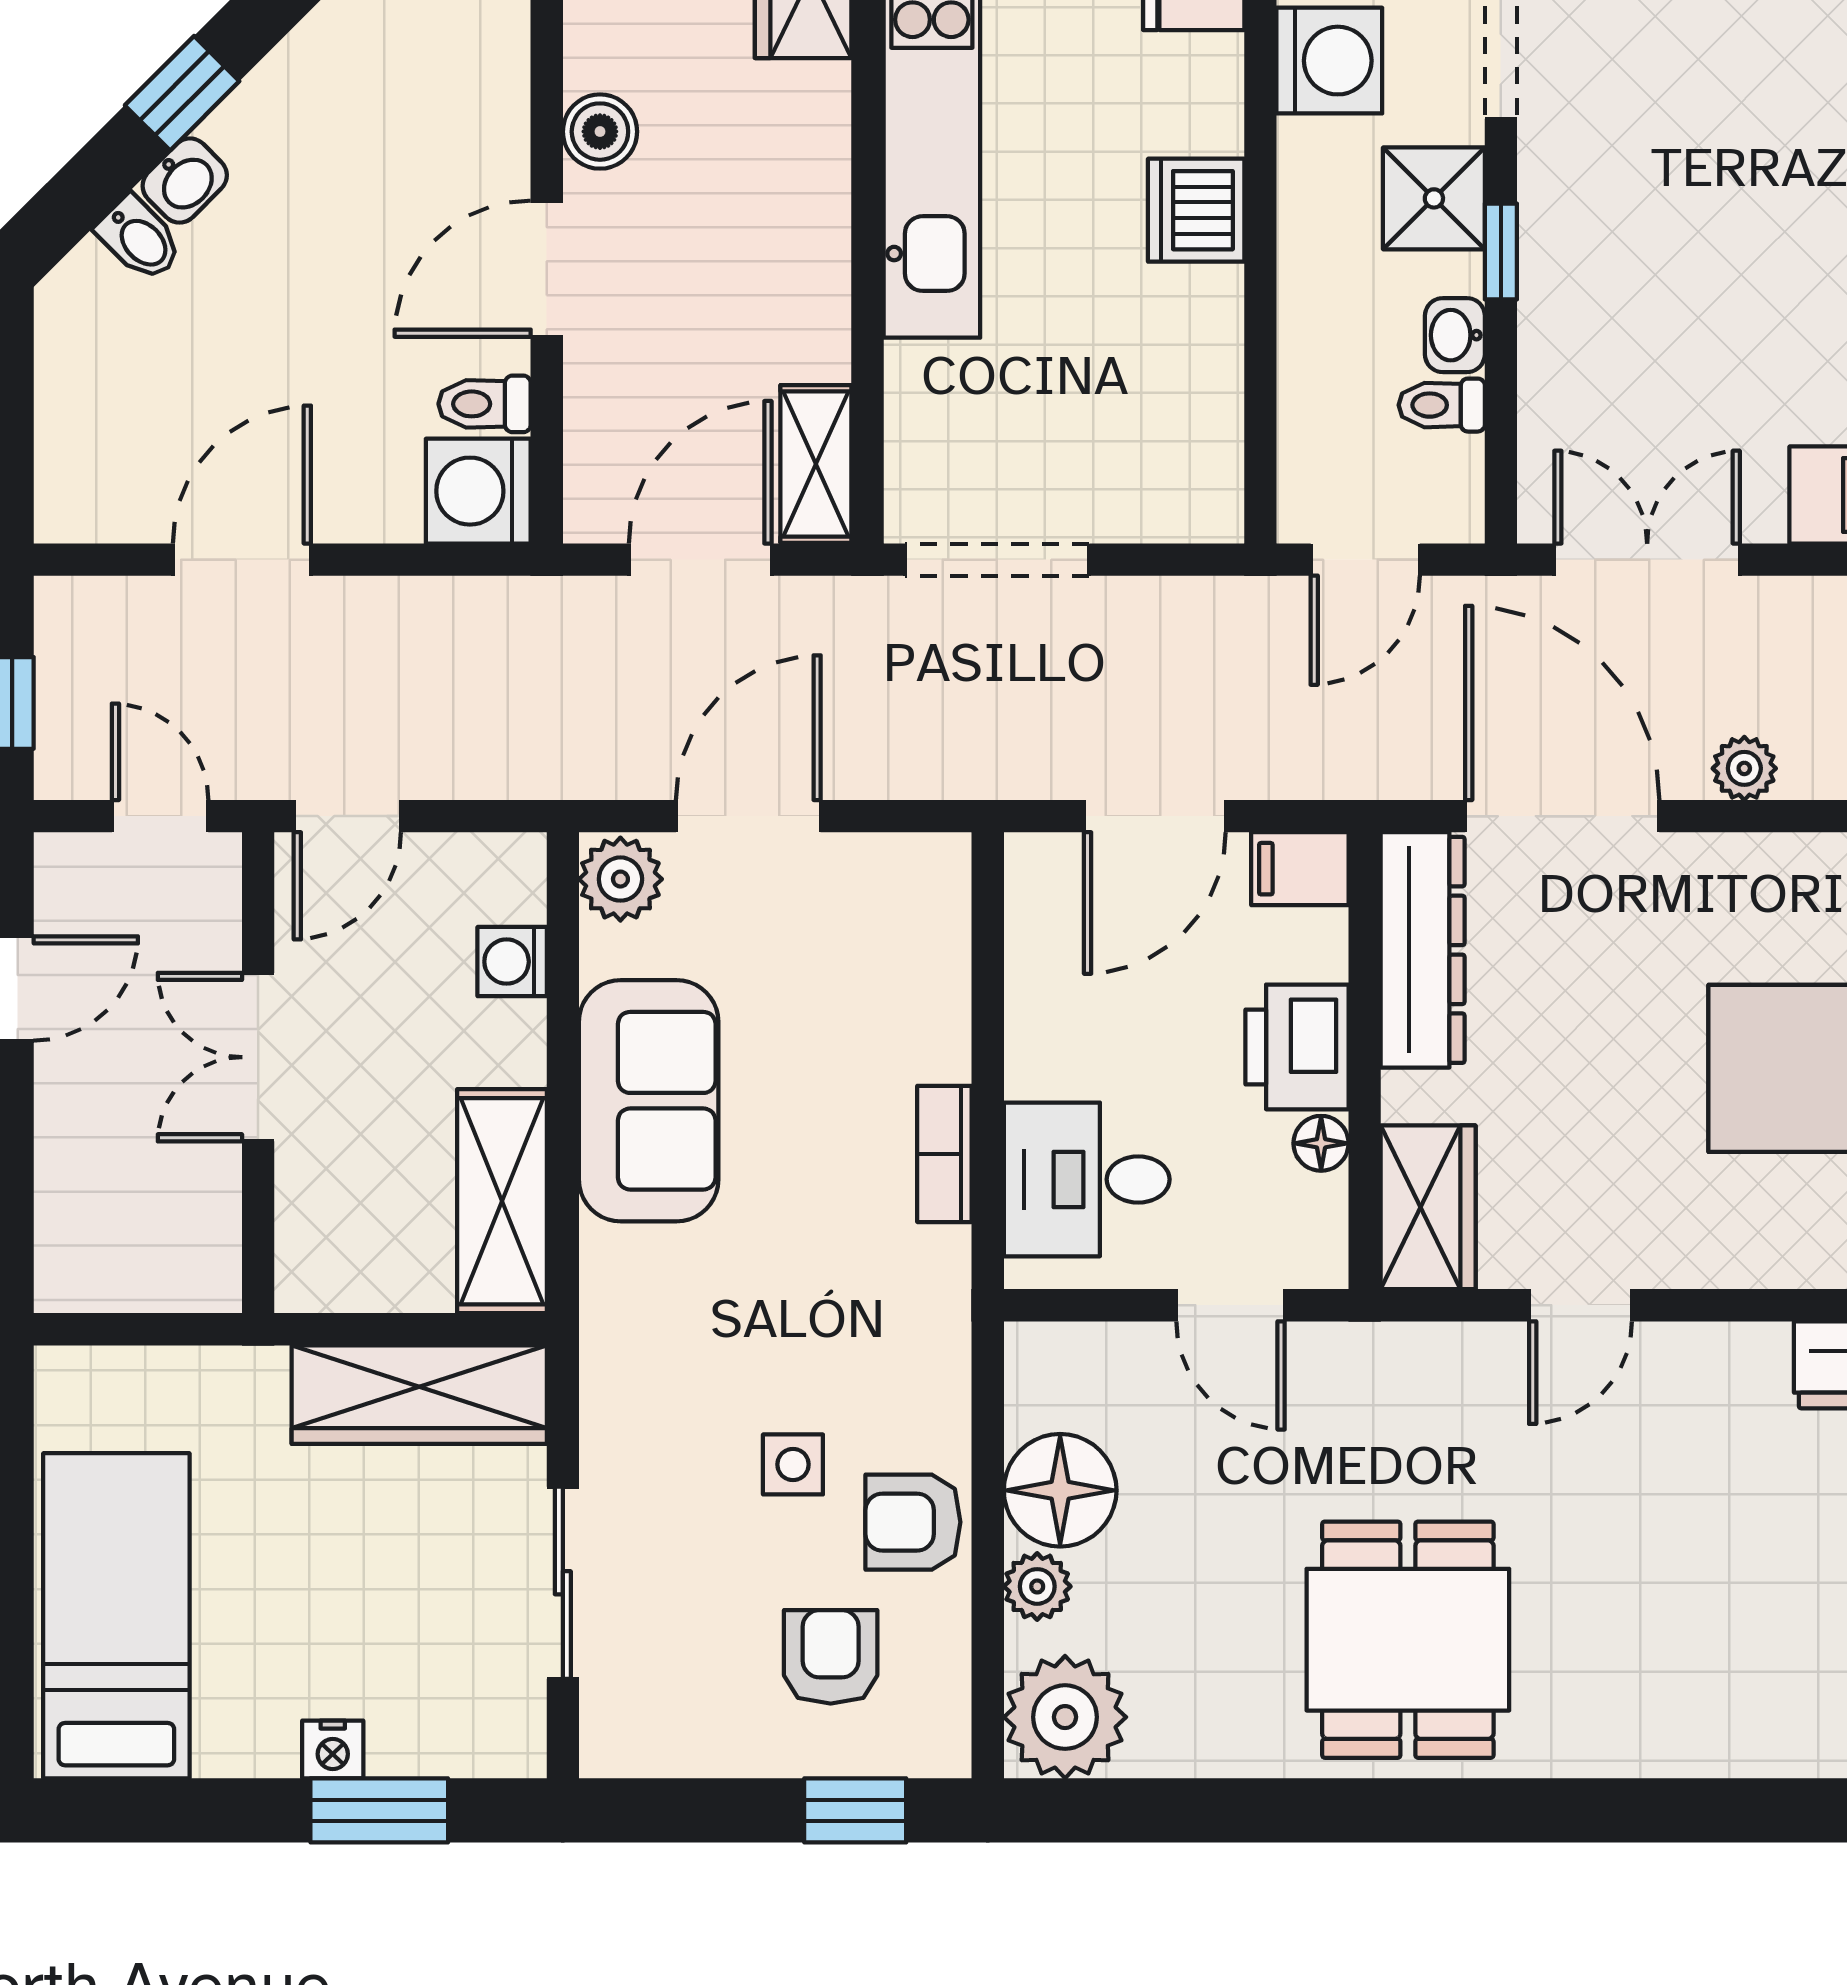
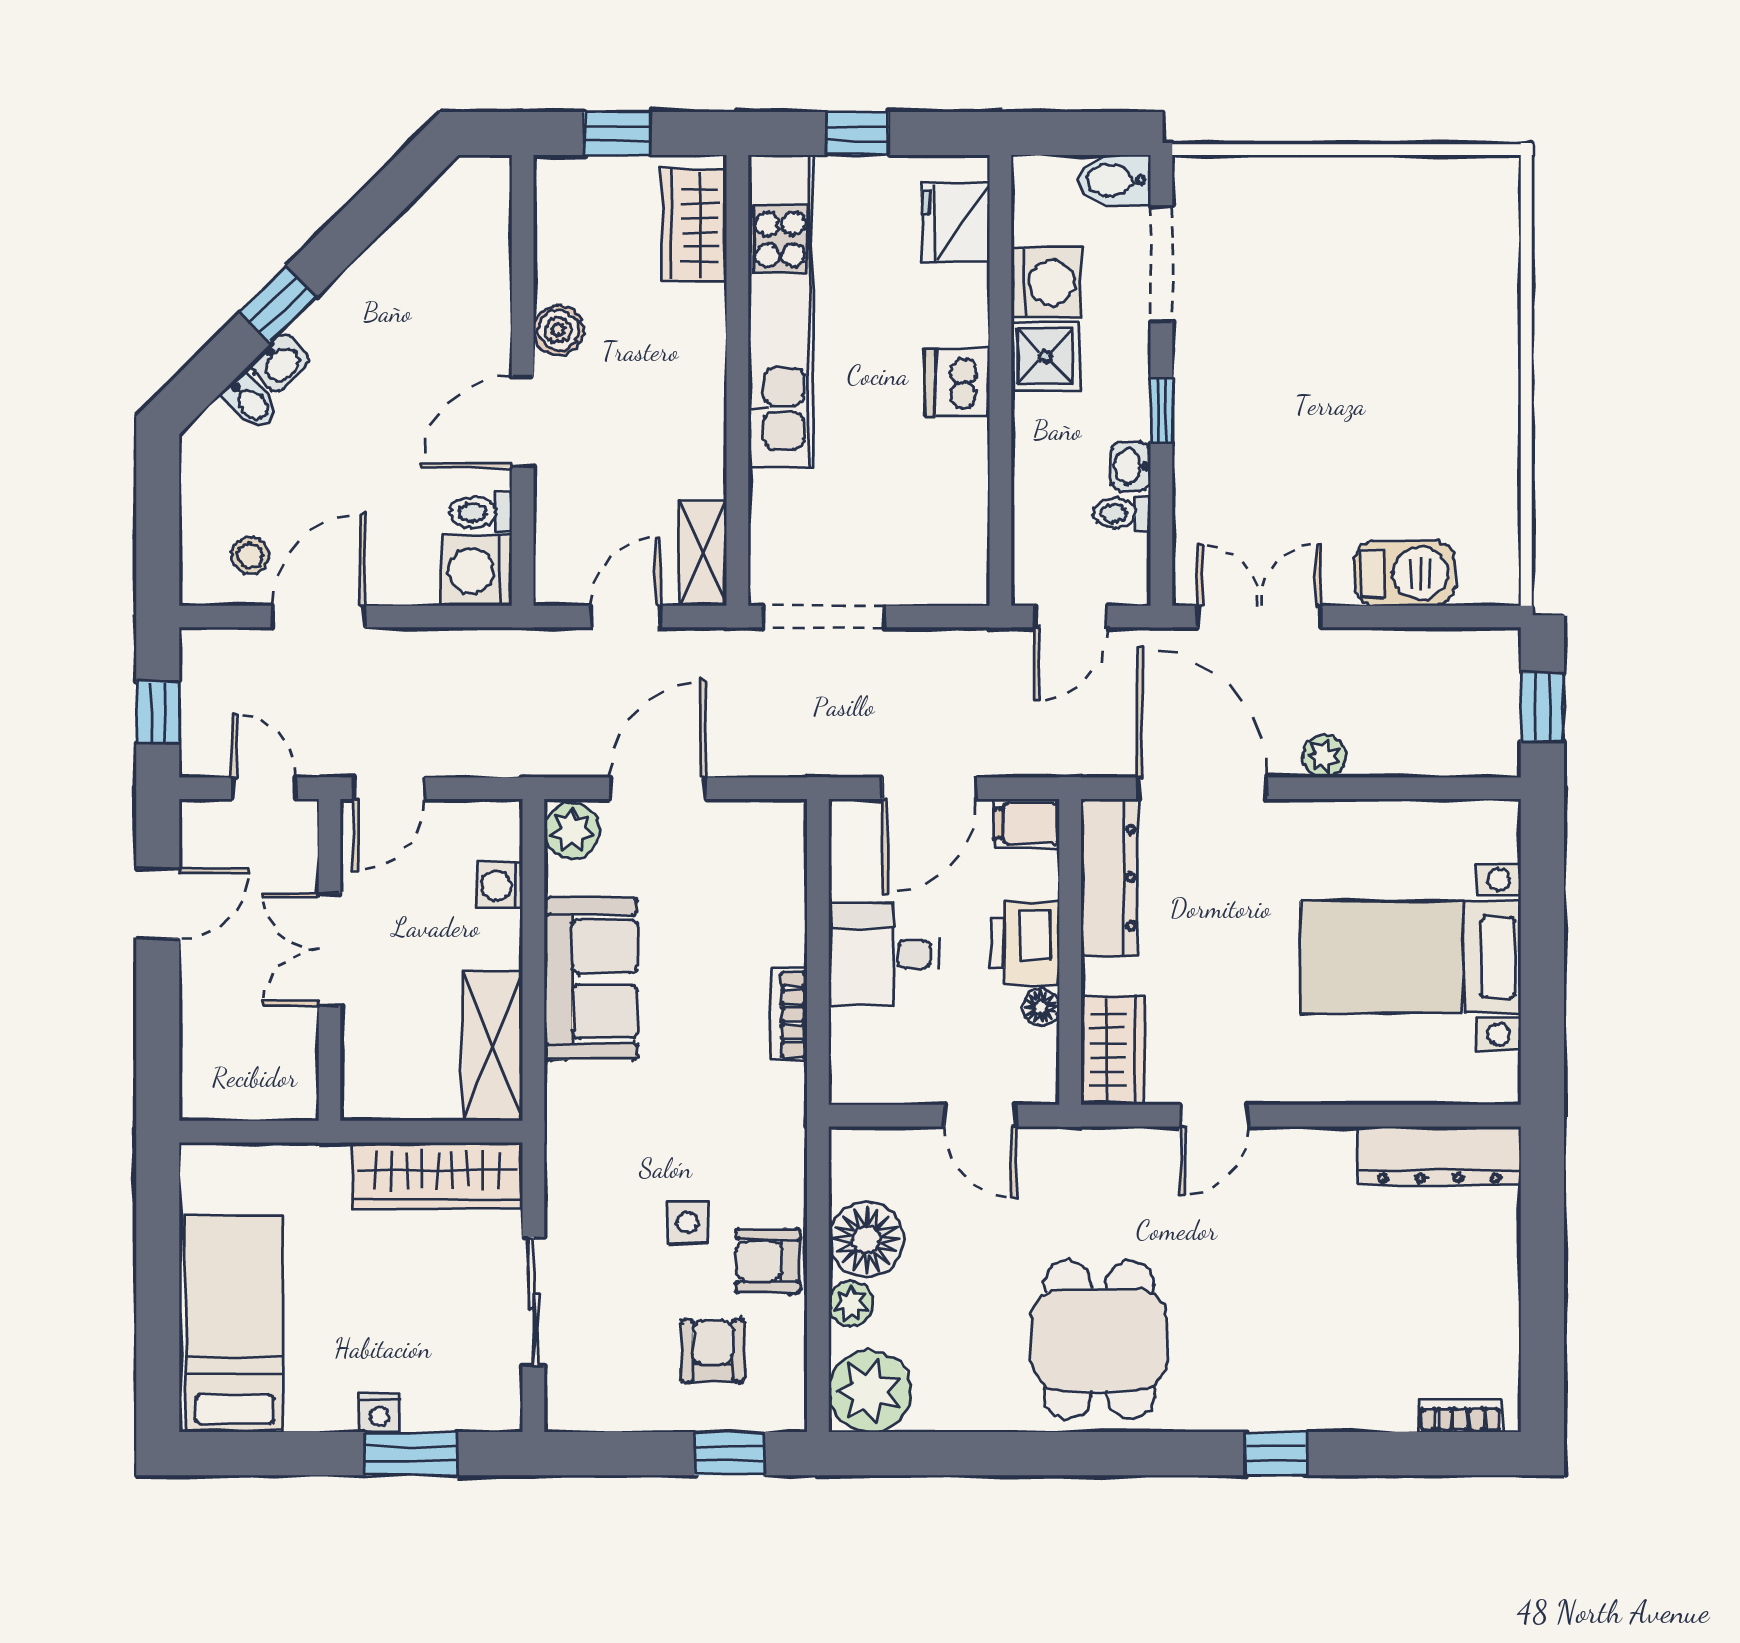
shower: (1434, 198) -> (1045, 356), moved
stool: (140, 468) -> (250, 555), added
door: (700, 560) -> (625, 617), width x0.73
desk: (1087, 1179) -> (884, 954), moved
window: (1672, 1810) -> (1276, 1454), added

